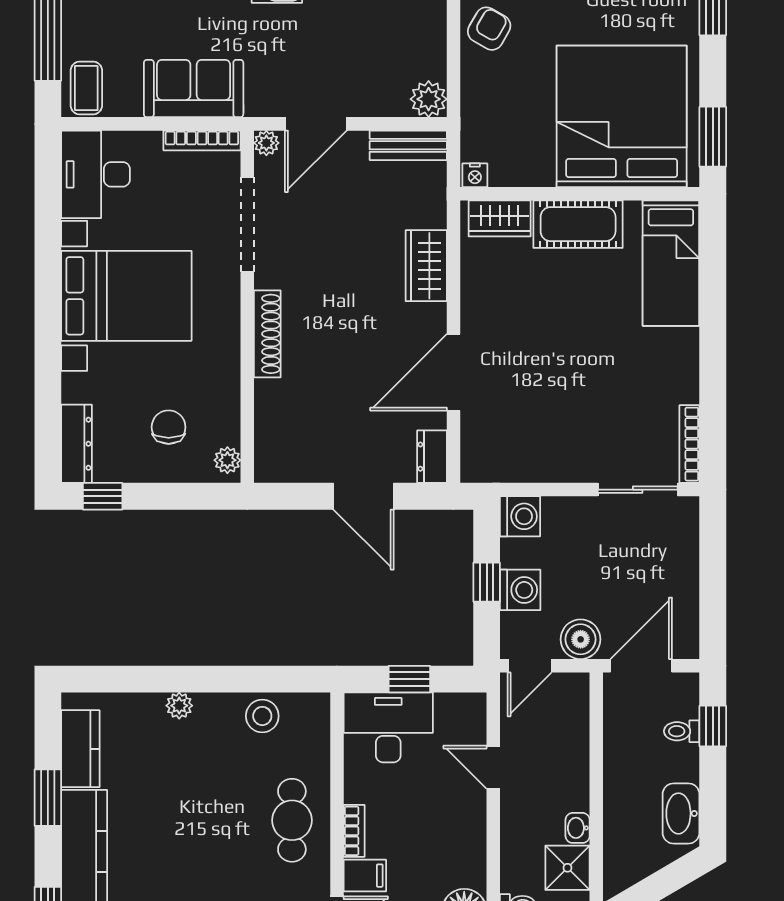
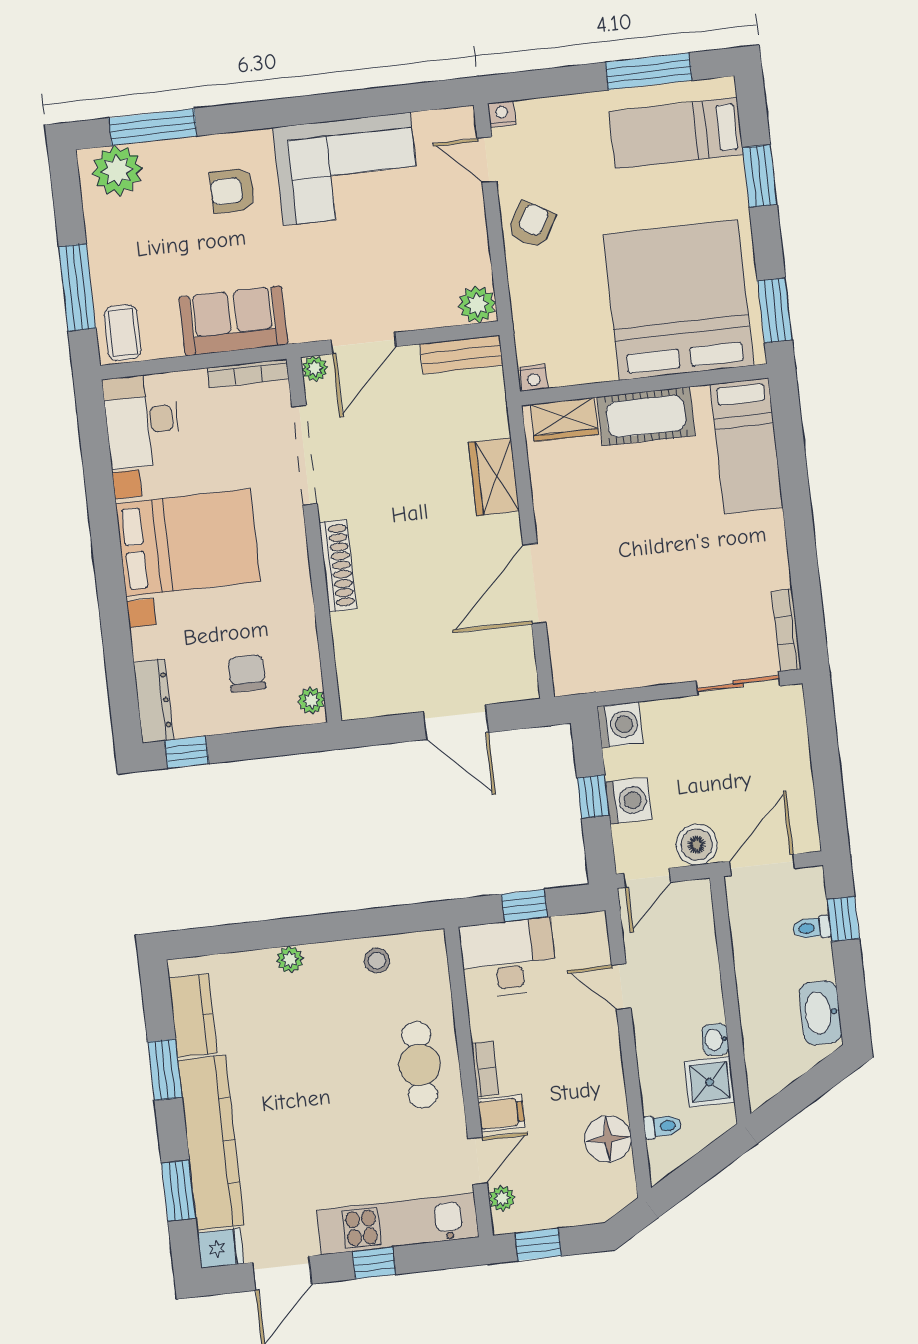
dresser: (432, 457) -> (522, 673), removed
stool: (262, 716) -> (377, 961), width x0.73, depth x0.73

